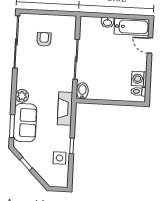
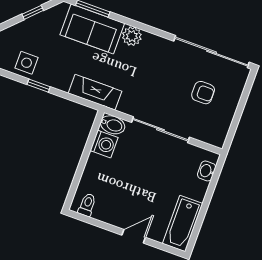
washbasin: (108, 22) -> (207, 171), moved
door: (150, 46) -> (134, 236), moved
washing machine: (139, 79) -> (104, 144), moved, turned 90

